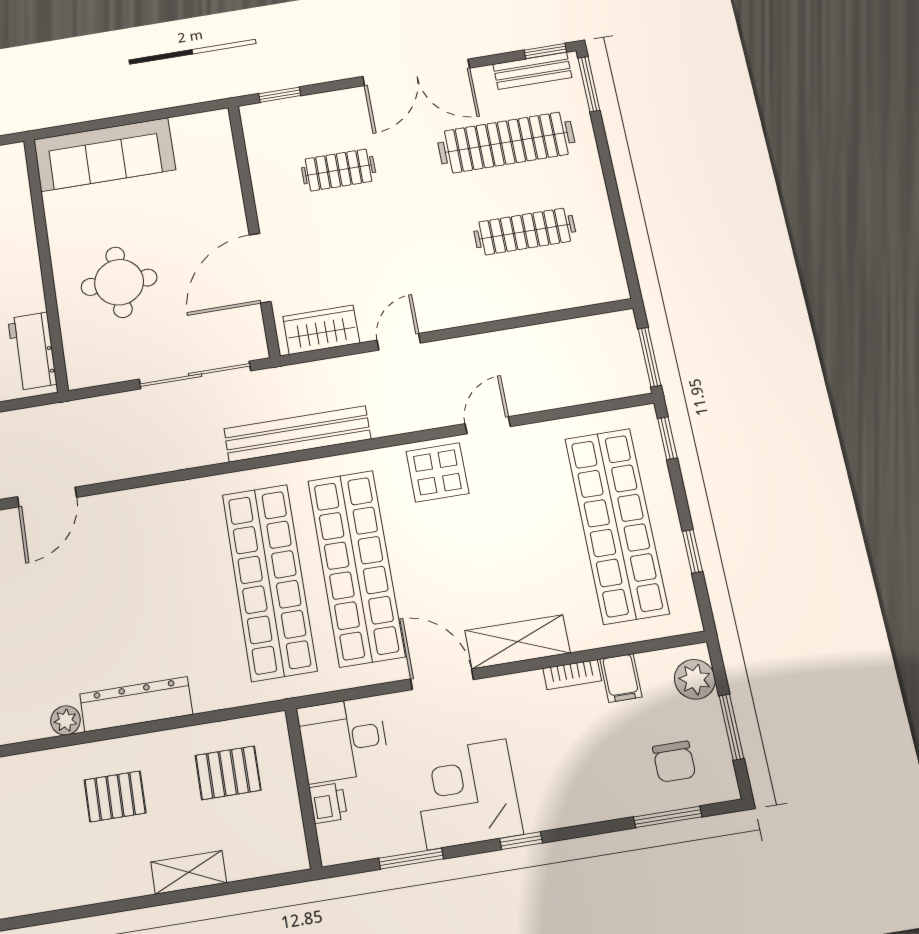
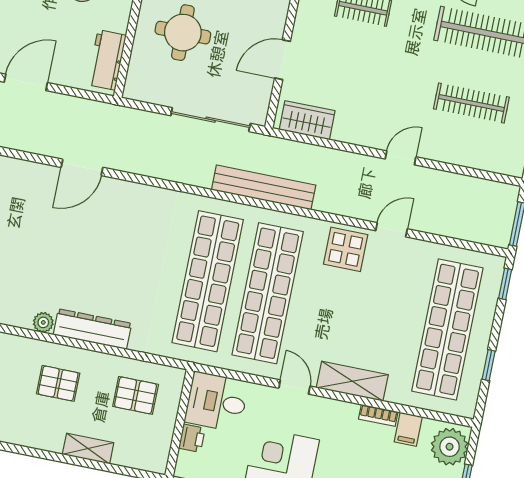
door: (260, 268) -> (283, 60), width x0.73
door: (399, 342) -> (401, 158), moved
door: (442, 679) -> (294, 387), width x0.73
plant: (695, 679) -> (450, 447), width x1.36, depth x1.36

